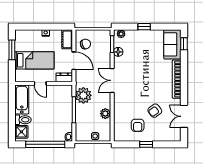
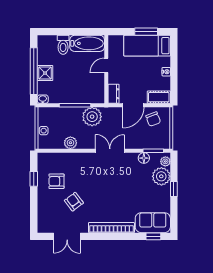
plant: (134, 37) -> (161, 176), added
bed: (34, 60) -> (147, 46), moved, turned 90
double door: (184, 116) -> (67, 236), swing flipped
shower: (21, 132) -> (45, 73), moved
window: (146, 144) -> (34, 179), moved

